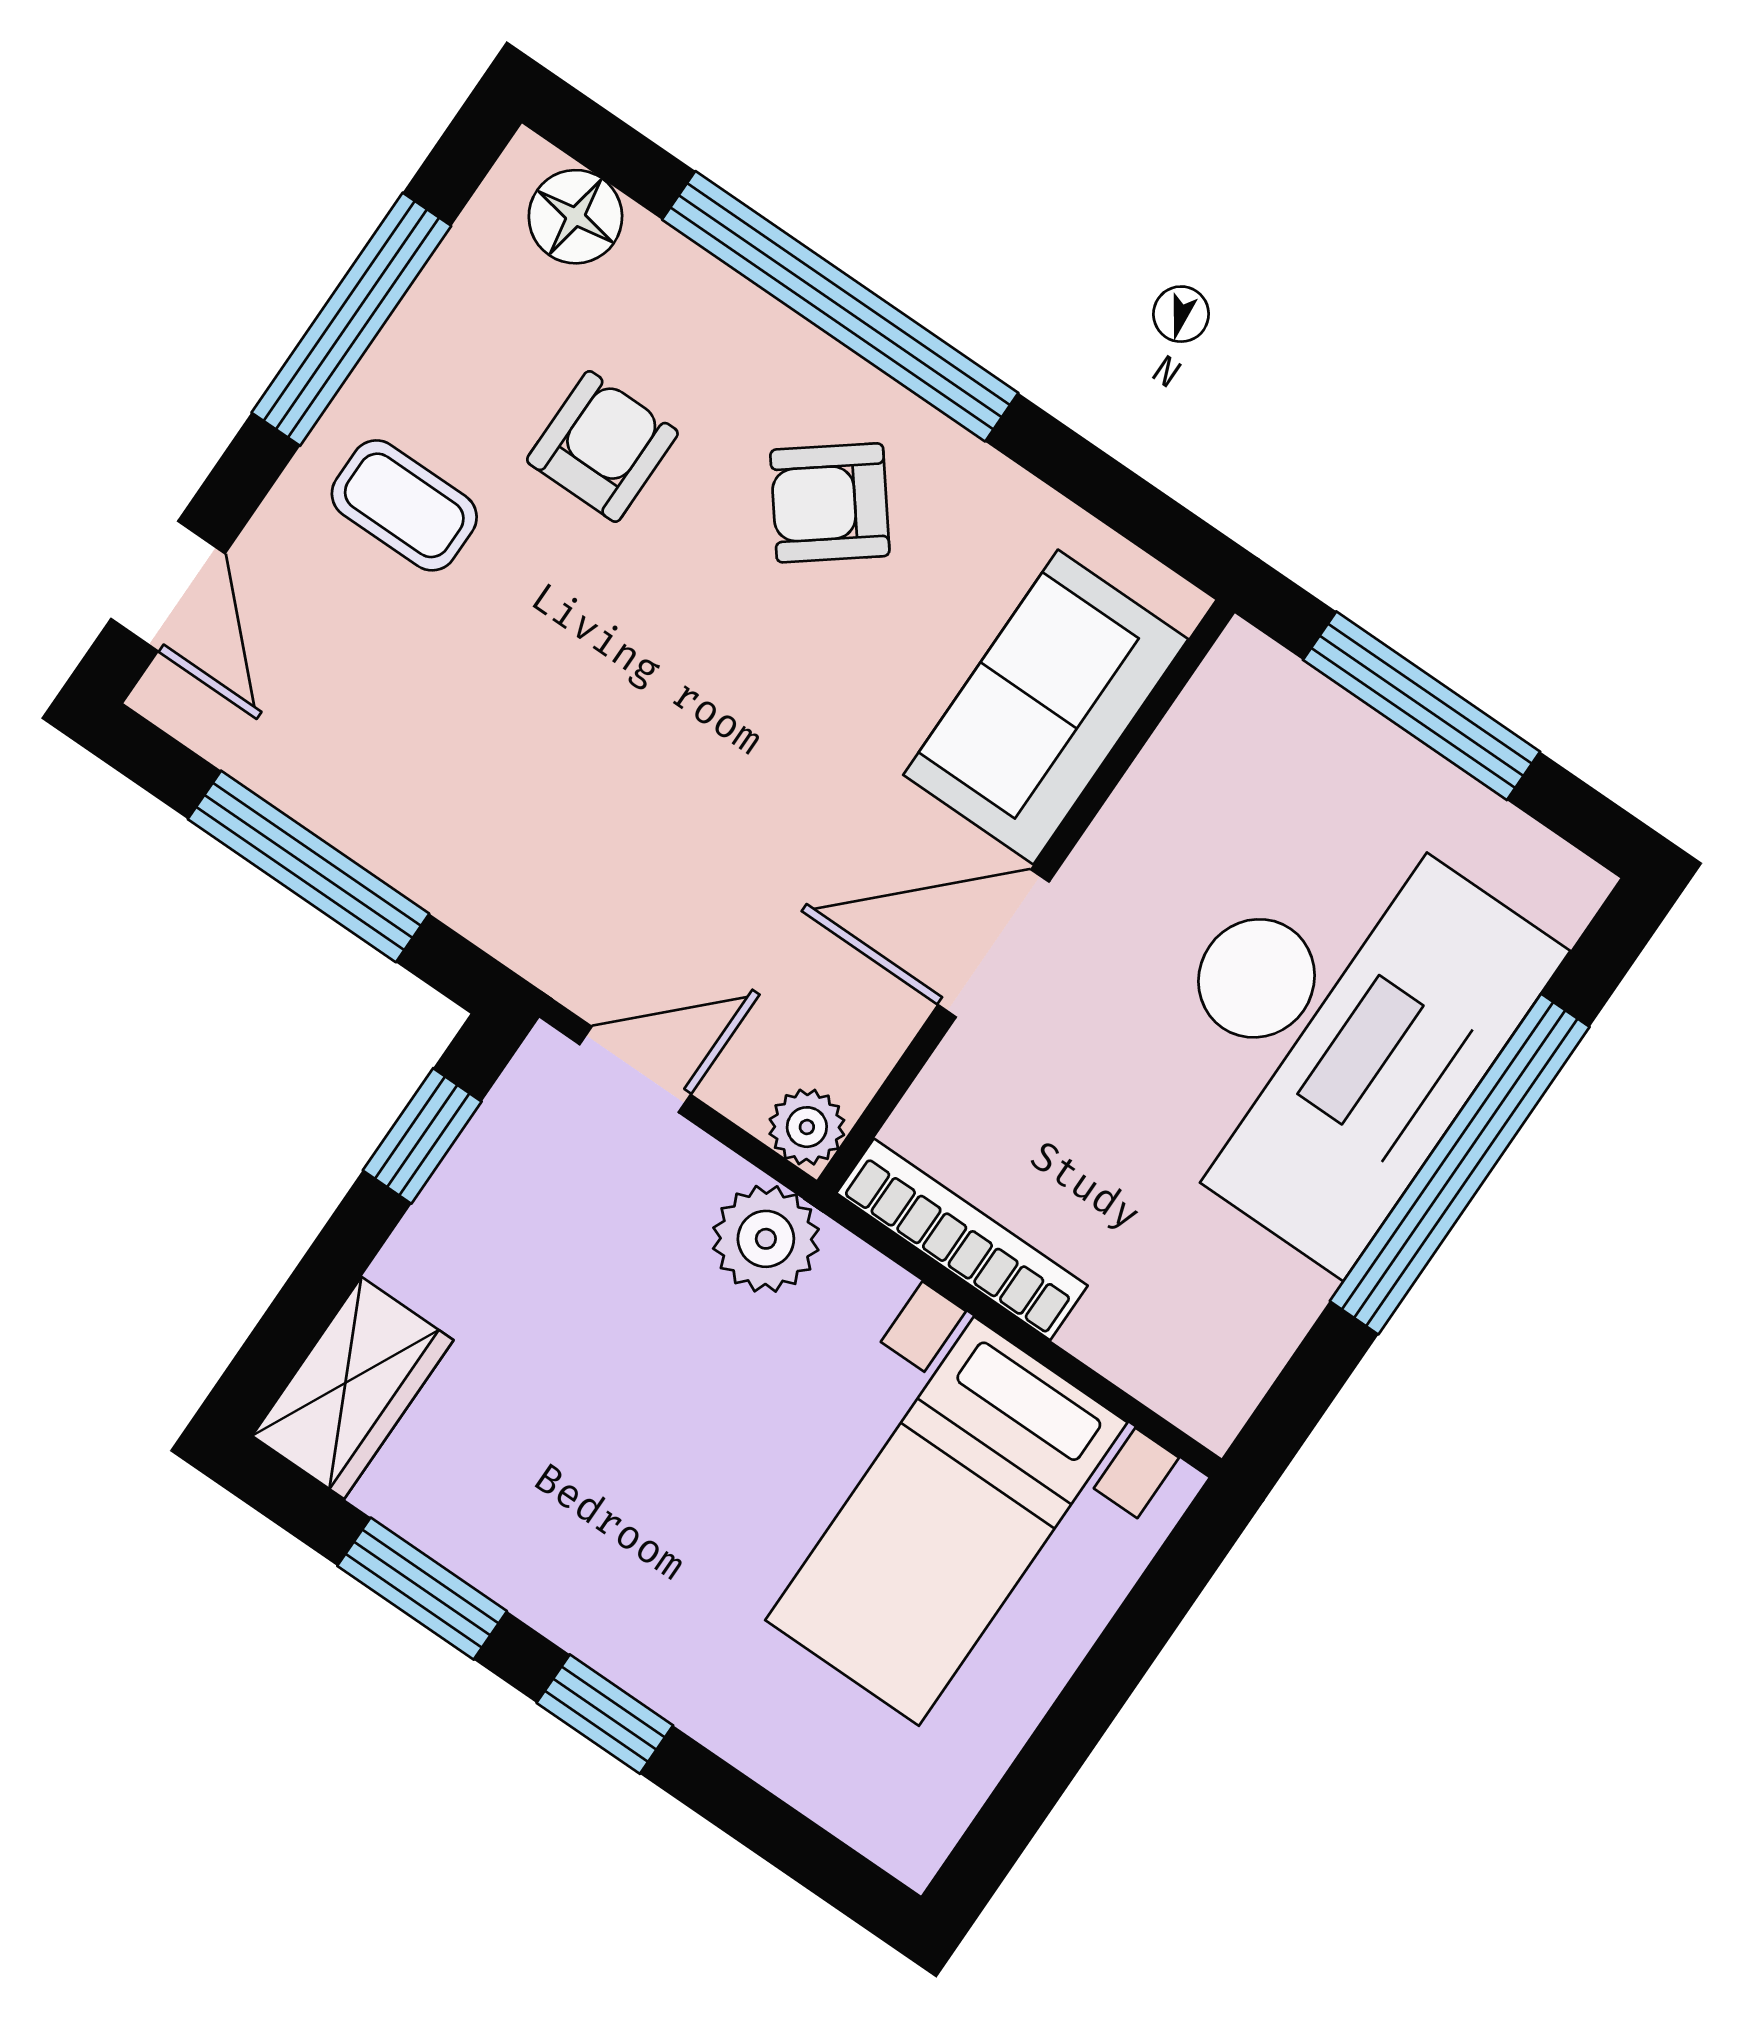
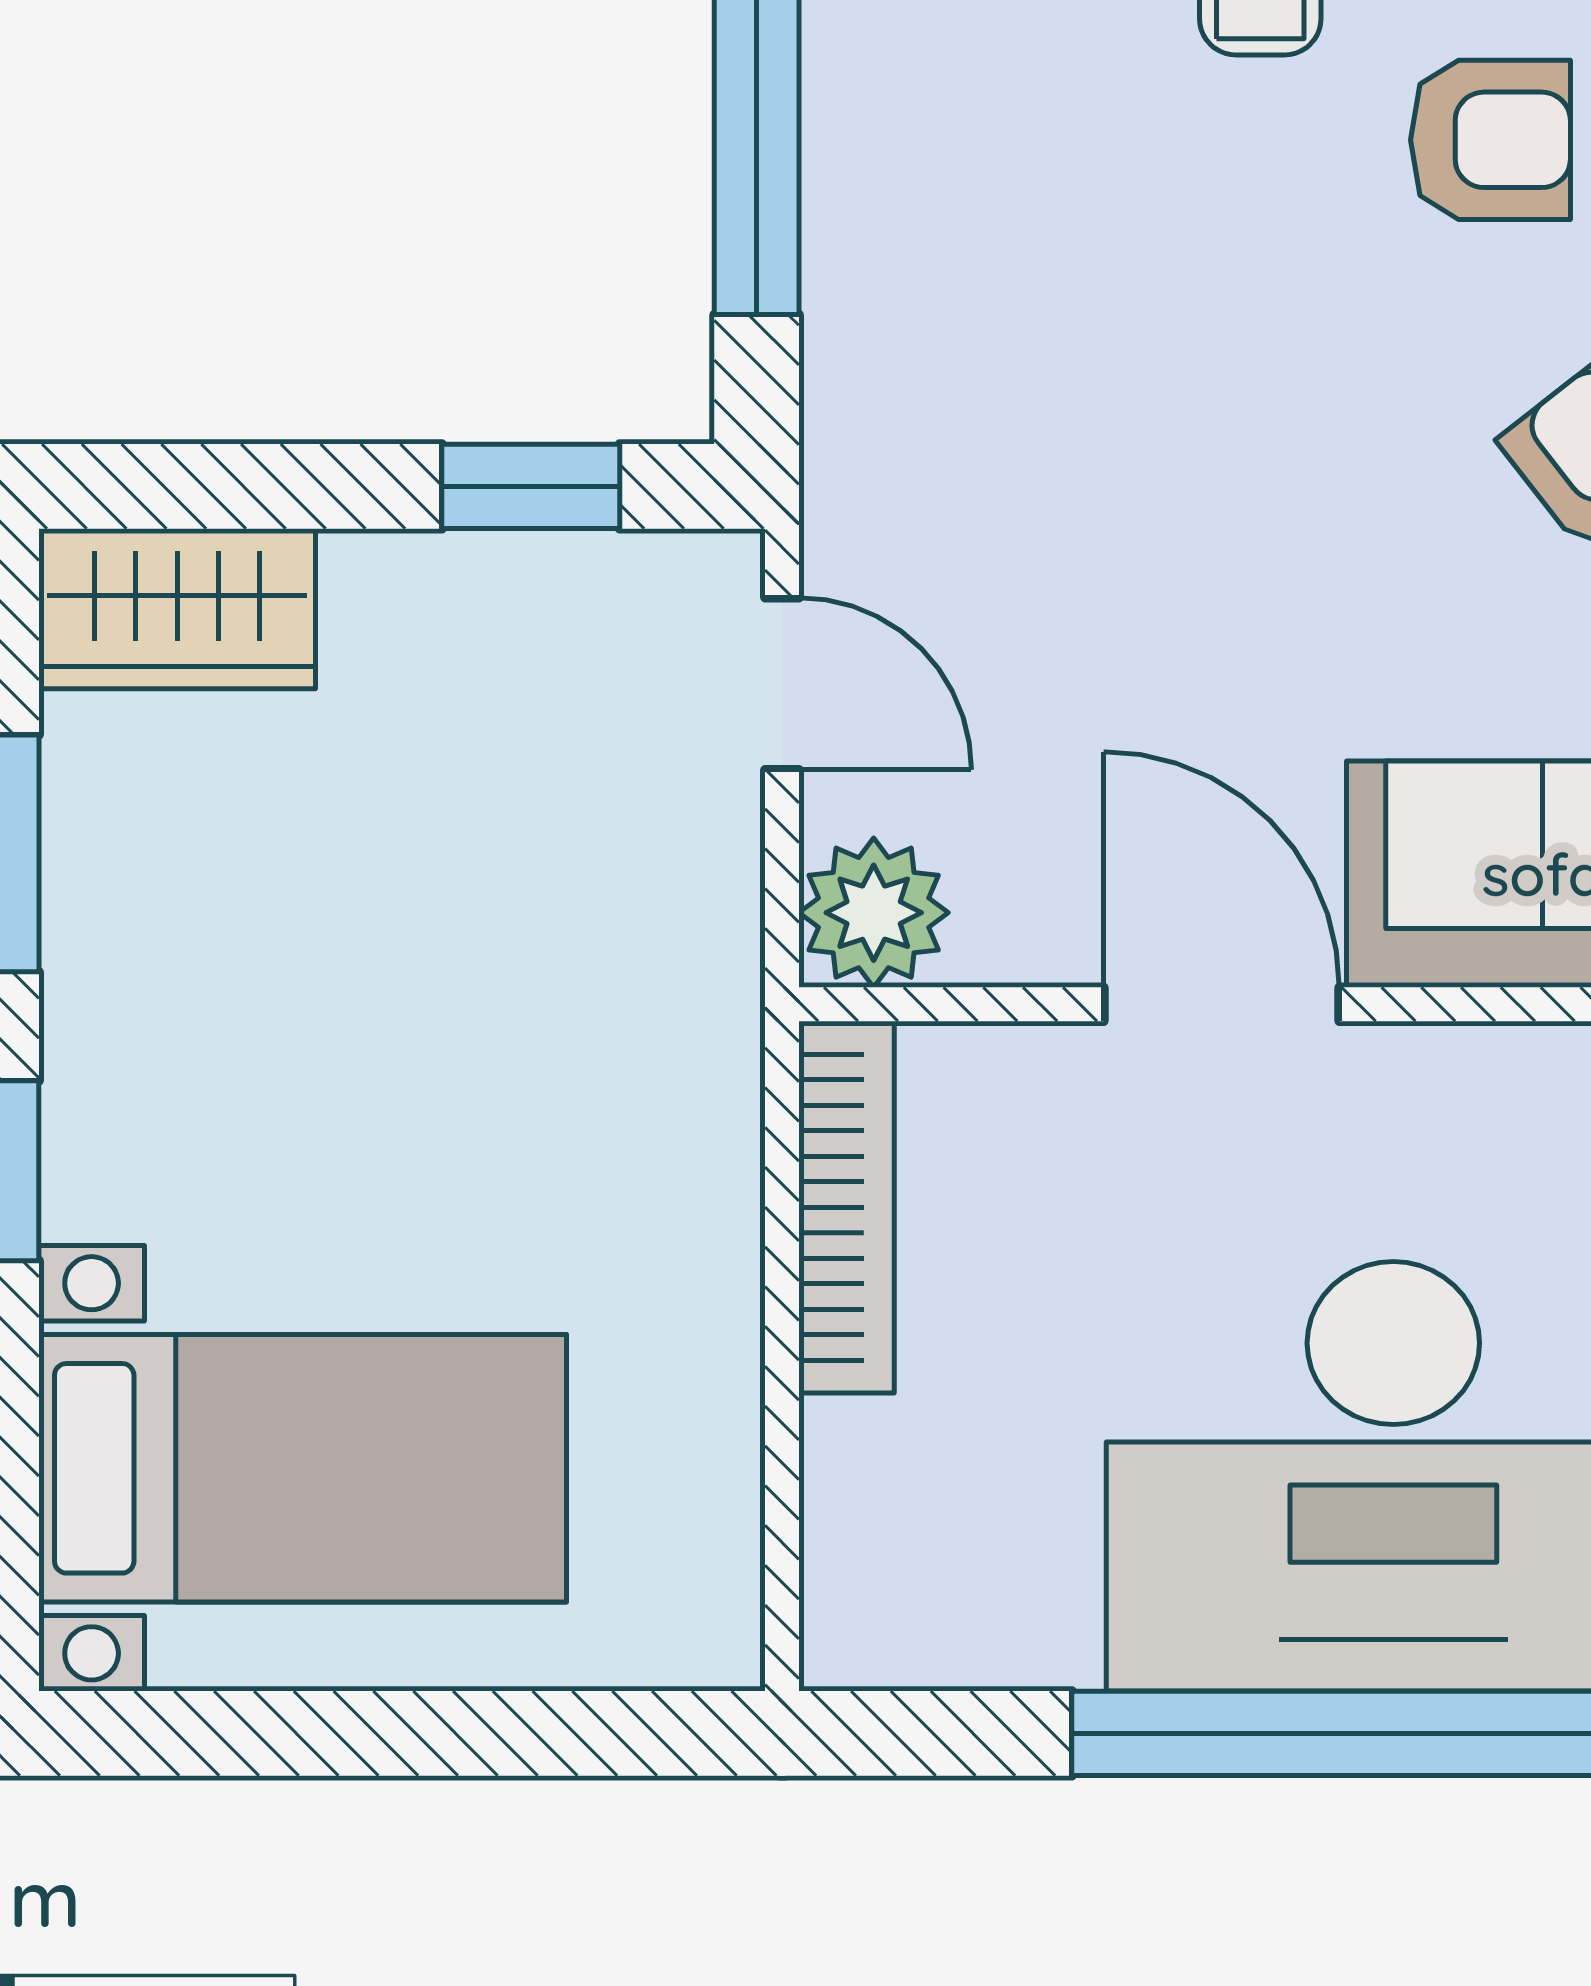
plant: (807, 1127) -> (874, 913), width x1.38, depth x1.38
plant: (766, 1239) -> (688, 975), removed
bed with nightstands: (946, 1521) -> (303, 1468), moved, turned 180

